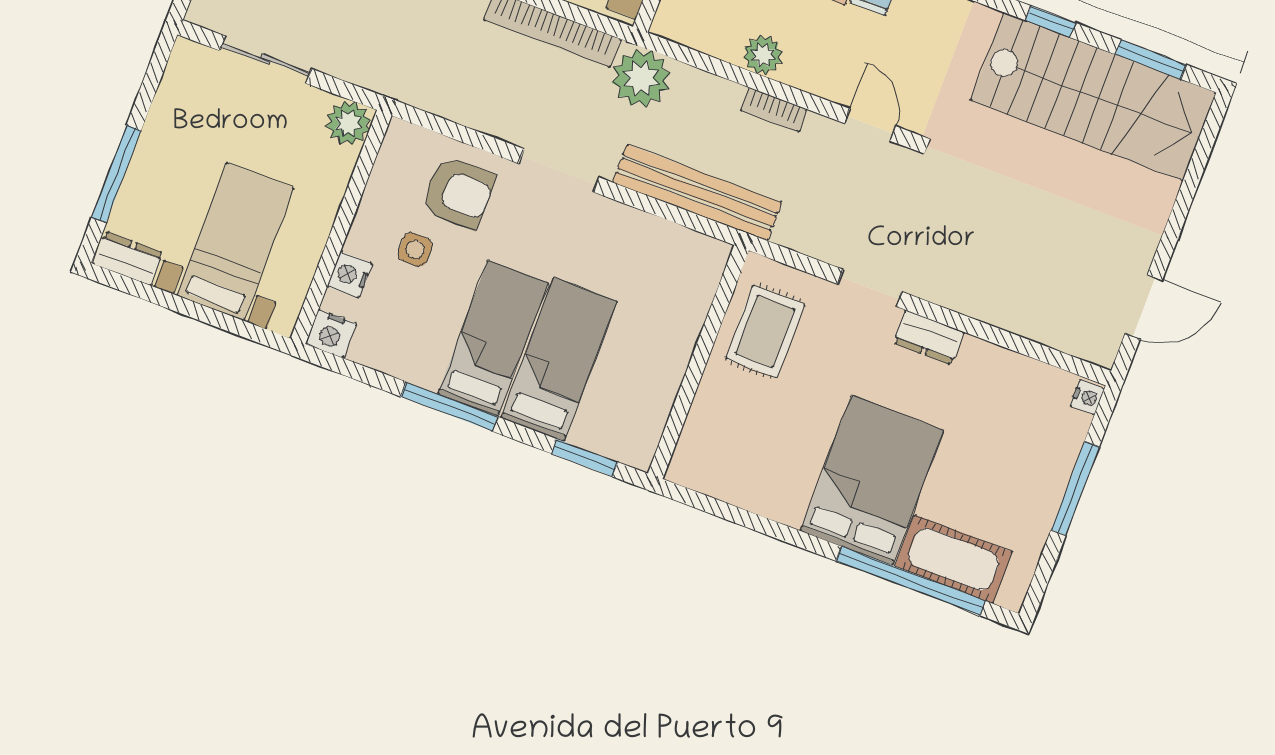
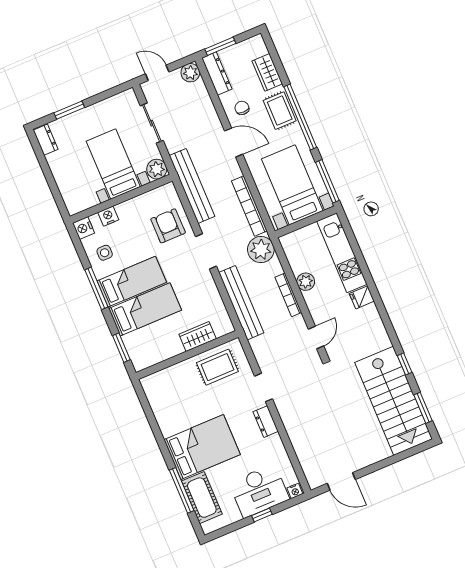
bench: (430, 92) -> (192, 186), added
bookcase: (774, 110) -> (288, 295), width x1.56
window: (116, 174) -> (69, 110), width x0.69
armchair: (458, 193) -> (168, 226), turned 180
bed with nightstands: (235, 241) -> (113, 164), moved, turned -90
side table: (415, 250) -> (105, 253), moved
wardrobe: (685, 316) -> (198, 337), added
desk: (1032, 455) -> (259, 491), added
window: (1075, 488) -> (262, 515), width x0.46
window: (911, 581) -> (182, 490), width x0.68

